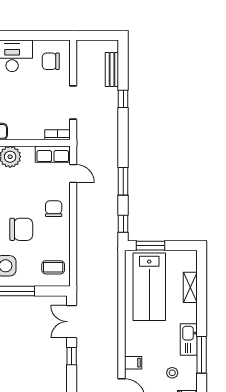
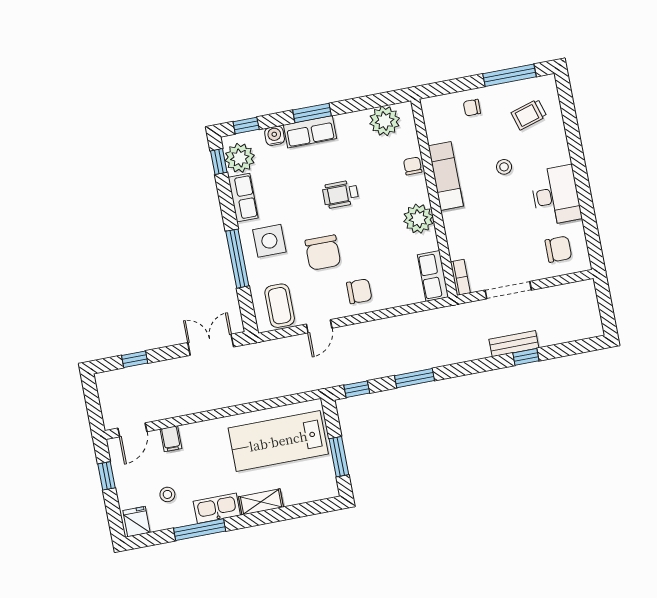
chair: (51, 61) -> (558, 249), turned 90
bench: (112, 70) -> (514, 344), moved
door: (73, 174) -> (319, 326), moved
window: (150, 246) -> (339, 457), moved
coffee table: (53, 267) -> (280, 306), width x1.36, depth x1.30
shelving: (190, 287) -> (261, 502), moved
window: (72, 356) -> (135, 359), moved

